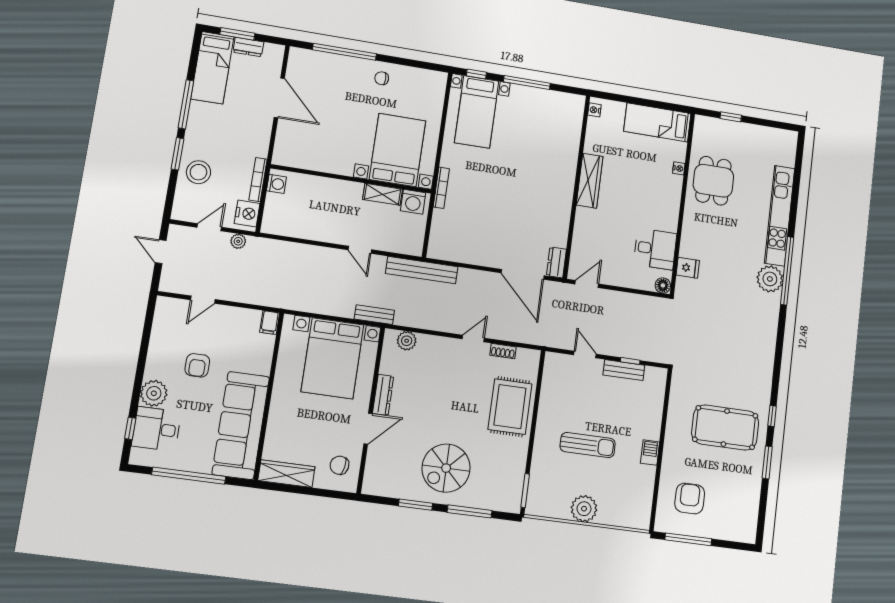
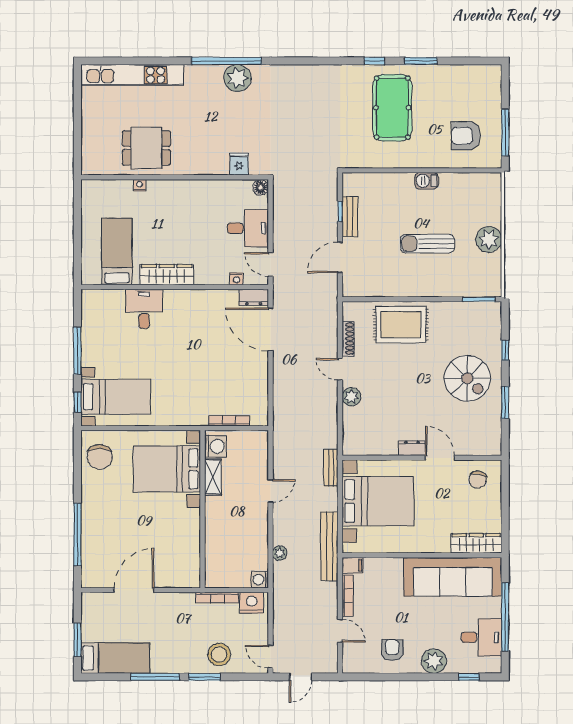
dresser: (248, 47) -> (89, 627), removed
chair: (382, 78) -> (100, 457), moved, width x1.87, depth x1.87
nightstand: (594, 110) -> (236, 279), moved
window: (731, 117) -> (77, 137), removed
bed: (657, 122) -> (117, 251), moved, turned 180
desk: (559, 153) -> (144, 309), added
washing machine: (276, 184) -> (260, 580), moved, turned -90
bookcase: (441, 188) -> (229, 421), moved
kitchen unit: (780, 216) -> (132, 75), moved
door: (209, 227) -> (270, 657), moved
plant: (238, 241) -> (280, 553), moved
desk: (655, 249) -> (248, 228), moved, turned 90
bench: (422, 270) -> (329, 546), moved
door: (523, 274) -> (270, 329), swing flipped
bookcase: (239, 313) -> (348, 596), added
plant: (407, 341) -> (351, 397), moved
shoe rack: (503, 351) -> (348, 339), width x1.43
door: (585, 354) -> (340, 257), width x1.38
armchair: (197, 365) -> (392, 650), moved, turned -90
dresser: (383, 395) -> (412, 448), width x0.70
desk: (156, 429) -> (481, 637), moved, turned -90
sun lounger: (588, 445) -> (427, 244), turned -90
wardrobe: (286, 474) -> (476, 543), moved, turned 90
window: (470, 511) -> (505, 350), width x0.46

